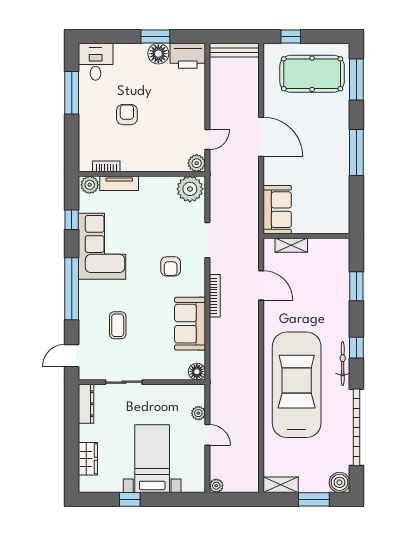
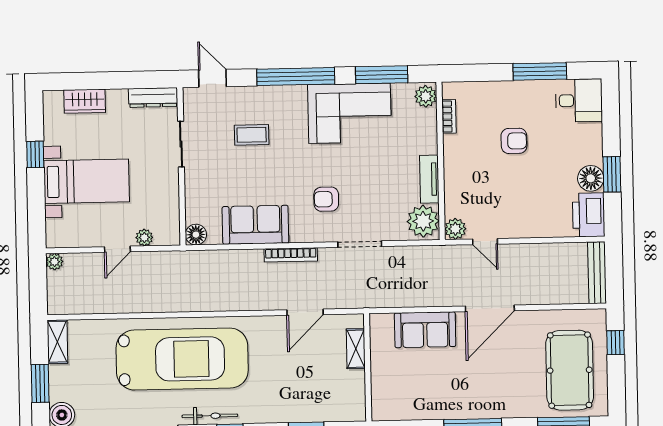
tv unit: (119, 183) -> (429, 179), moved
sofa: (277, 210) -> (425, 330), moved
window: (72, 220) -> (382, 75), width x2.17

